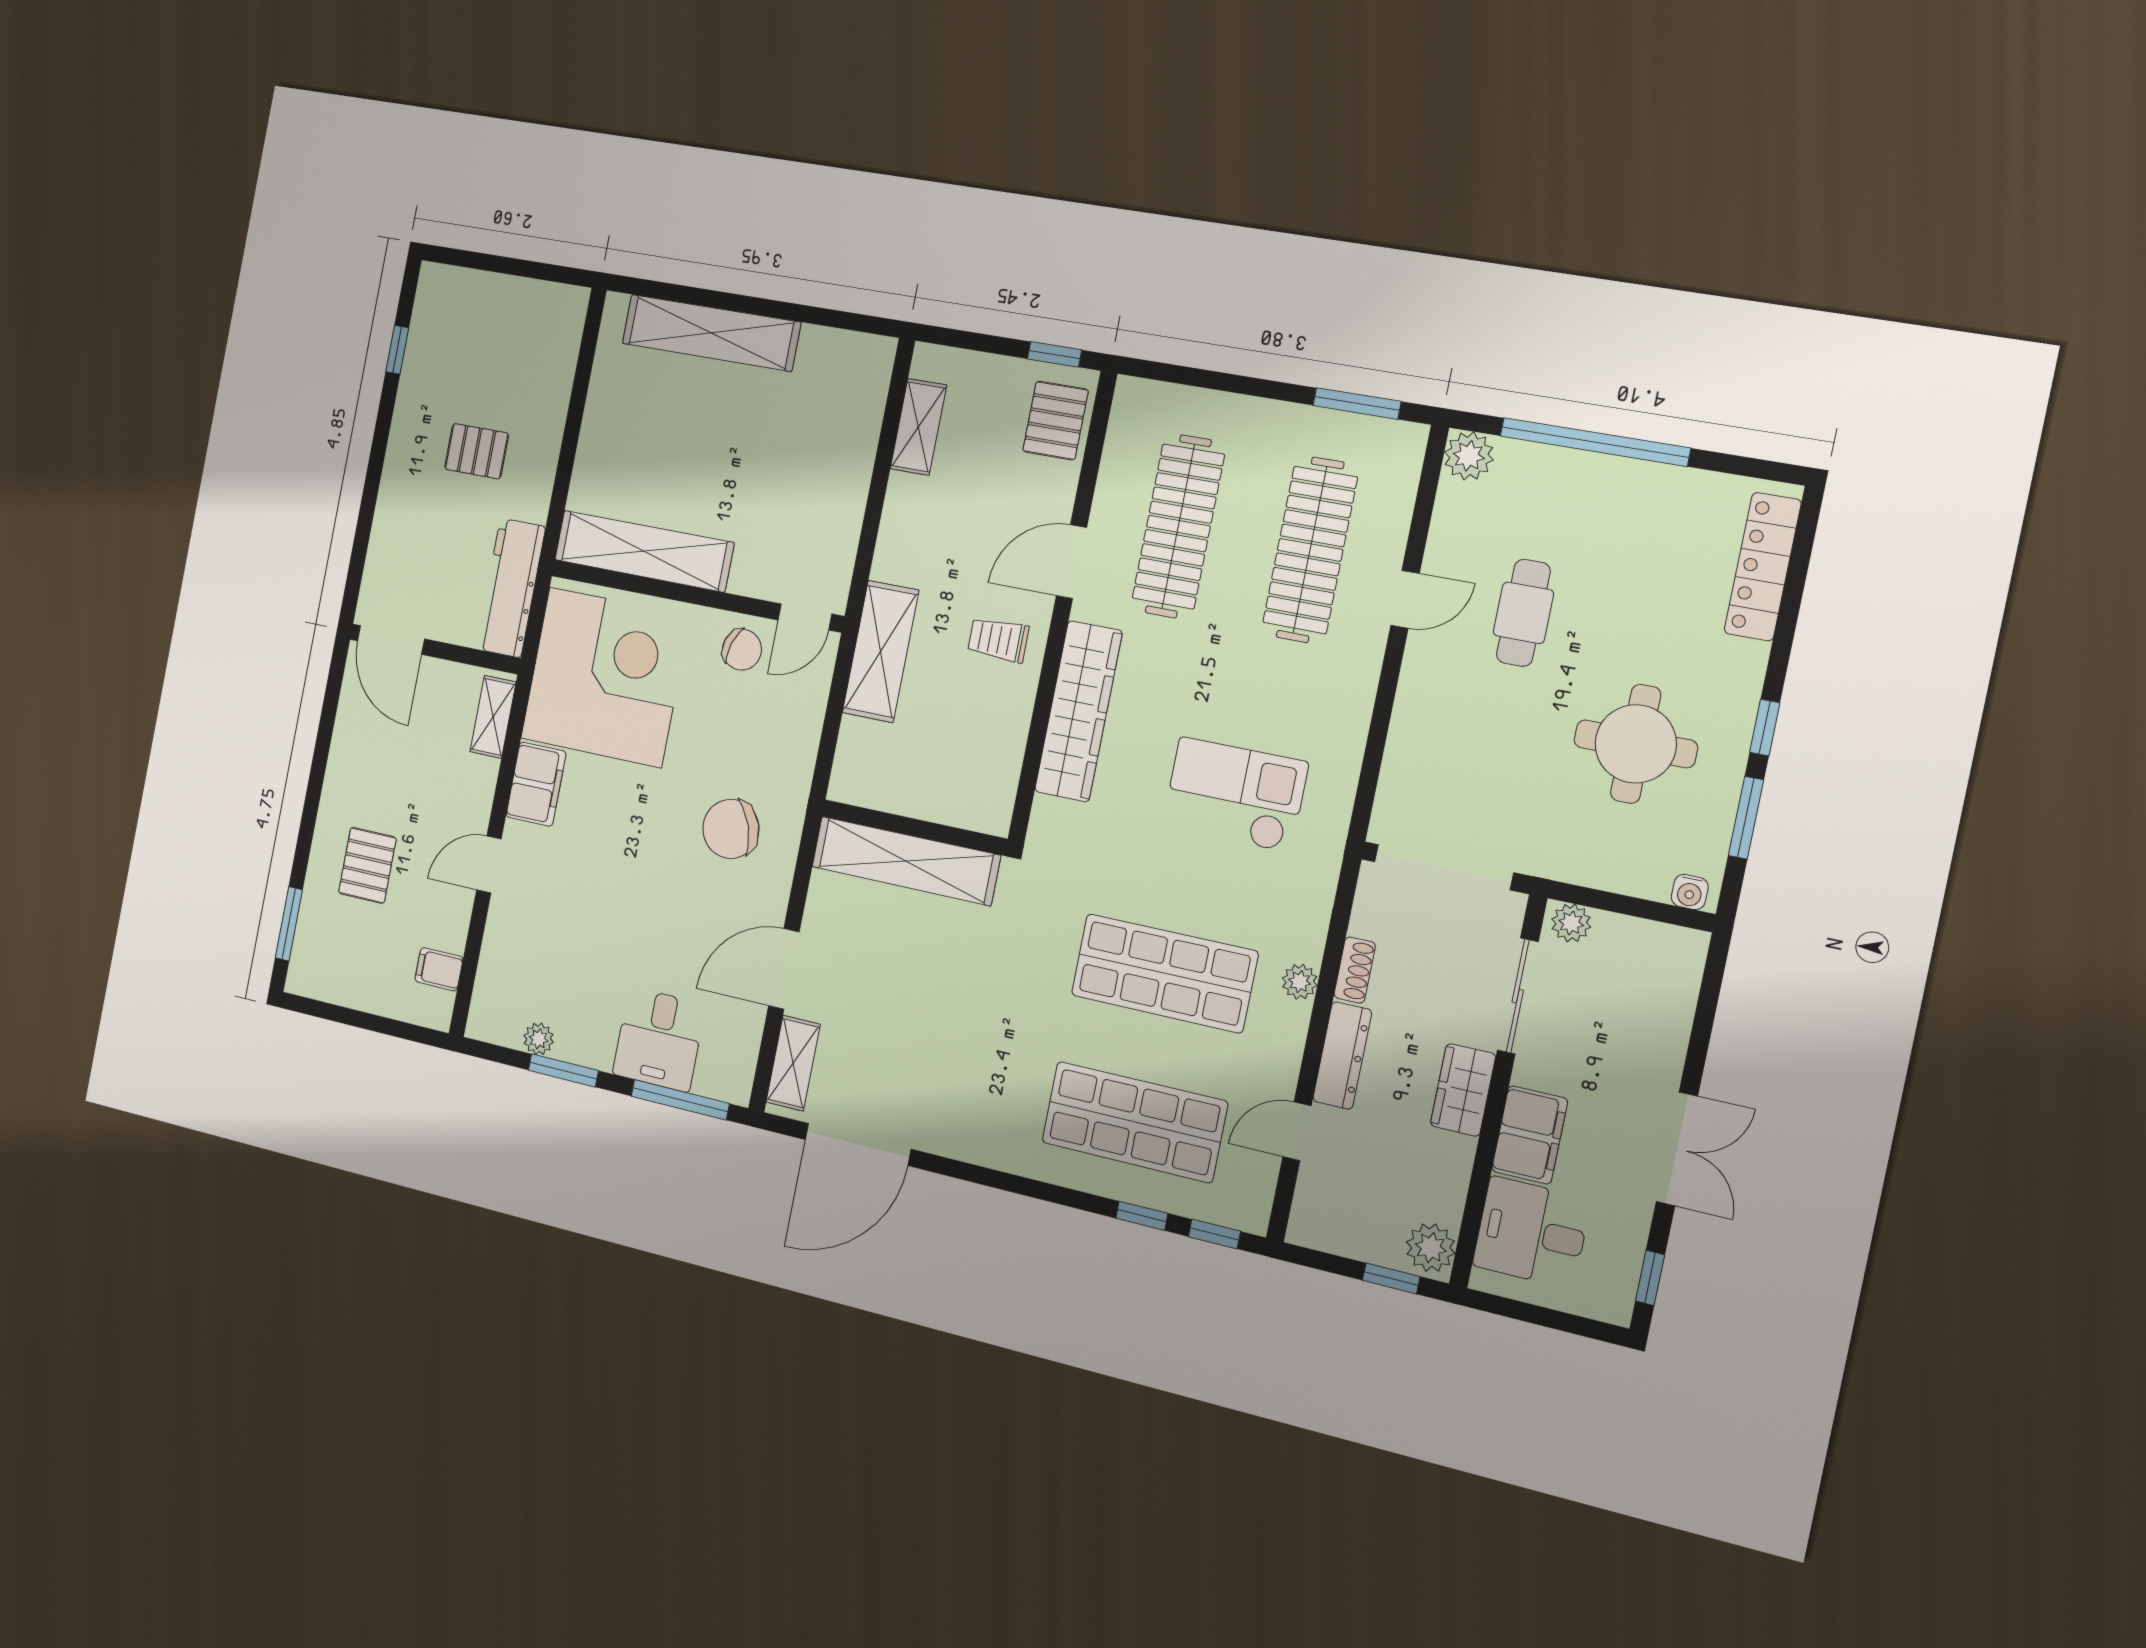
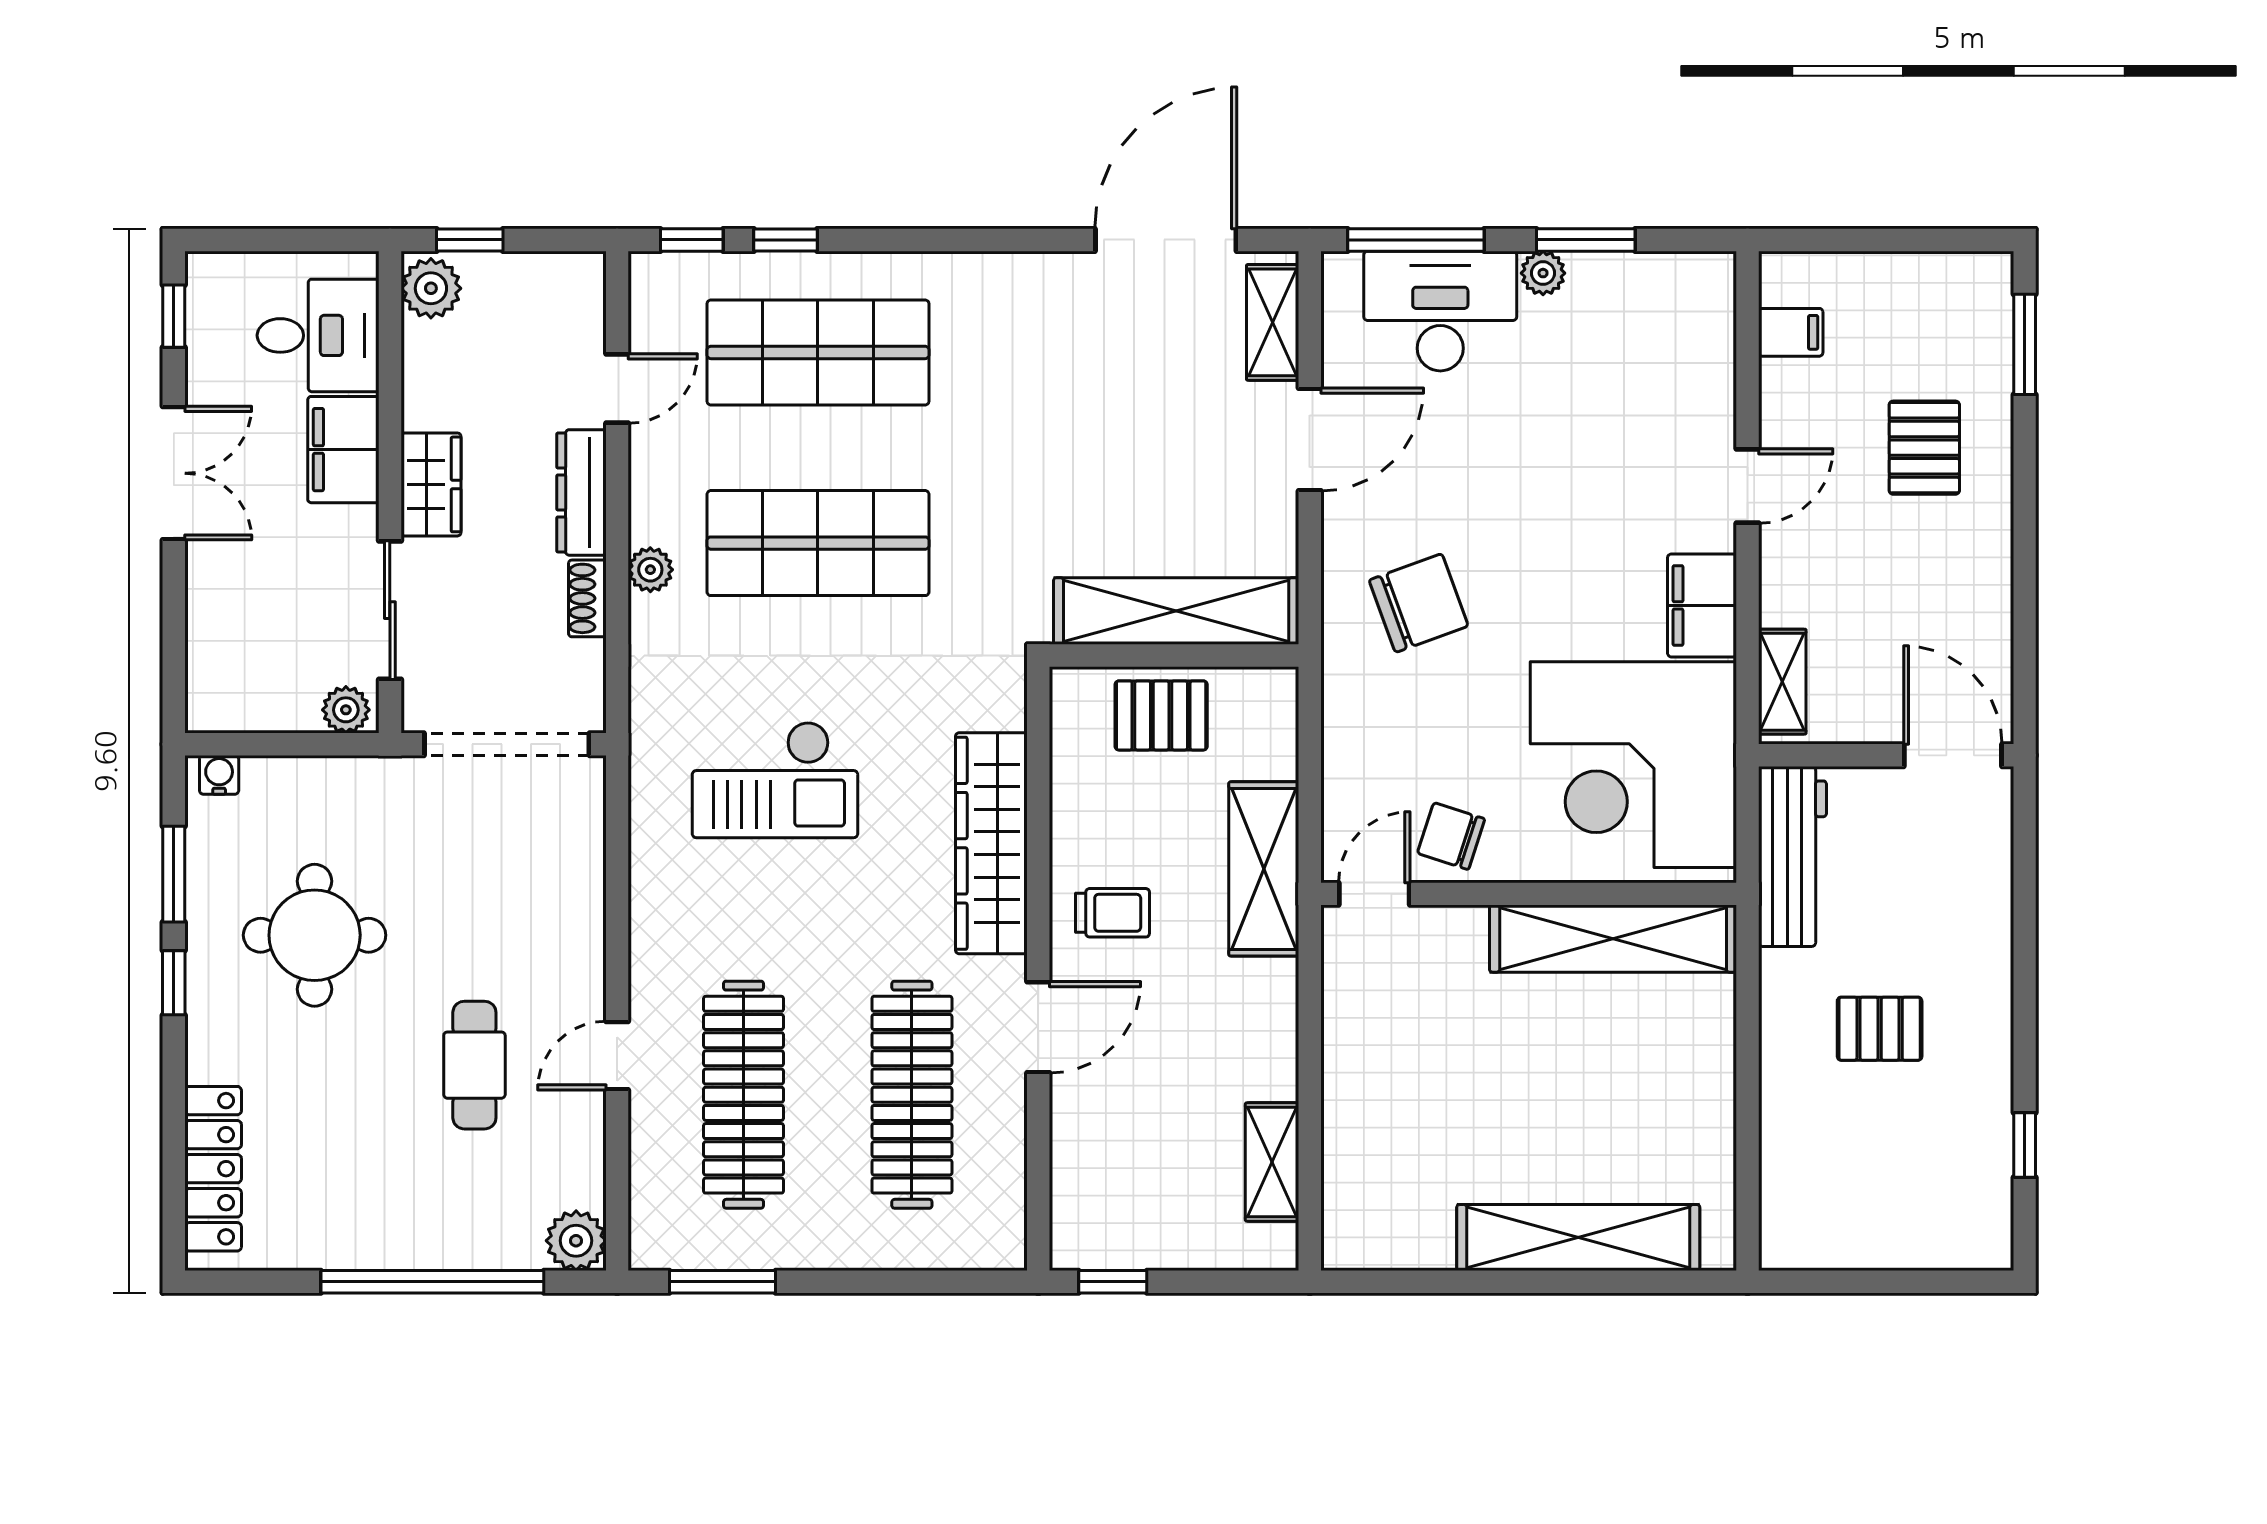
pallet: (1056, 421) -> (1161, 715), moved, turned 90
plant: (539, 1039) -> (1543, 273), moved
desk: (659, 1039) -> (1440, 311), width x1.37
double door: (1677, 1149) -> (174, 473), swing flipped

